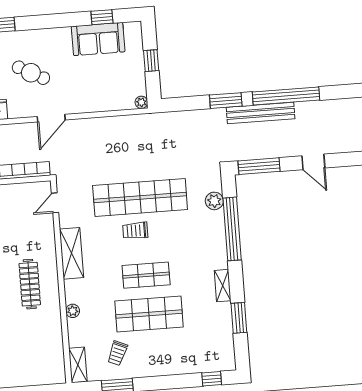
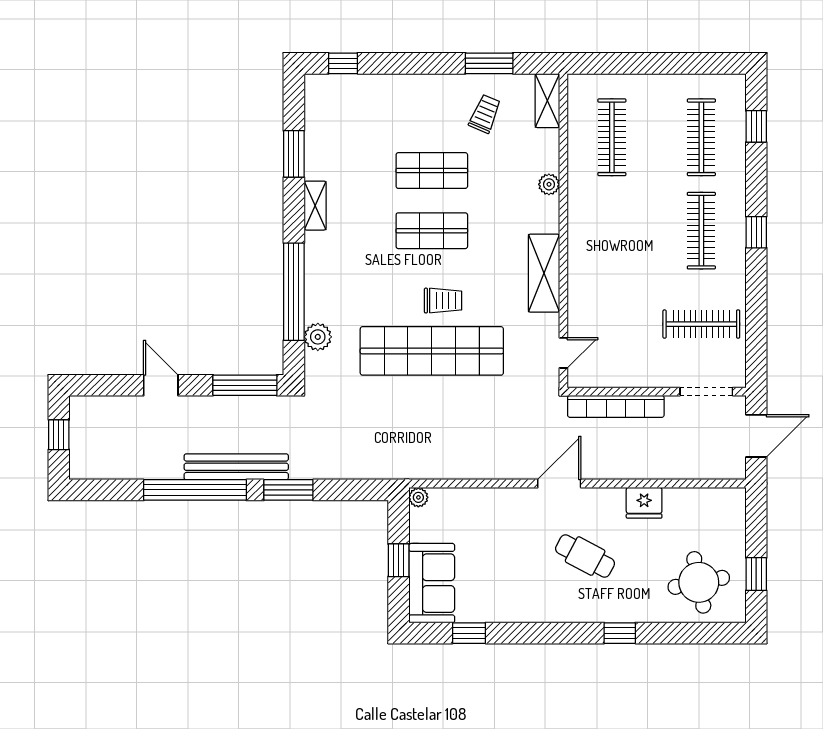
sofa: (98, 39) -> (432, 583), moved, turned 90
clothes rail: (30, 284) -> (612, 137), moved
shop shelf: (149, 314) -> (432, 171), width x0.70, depth x0.74

